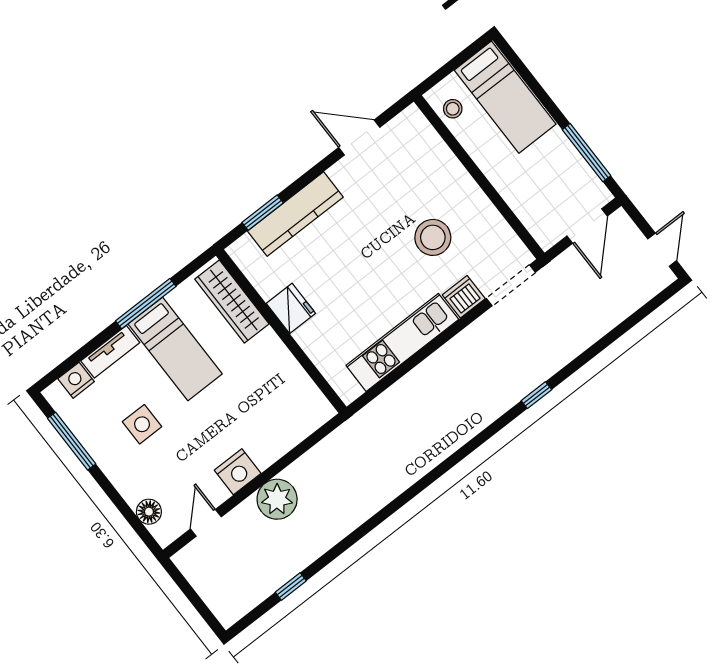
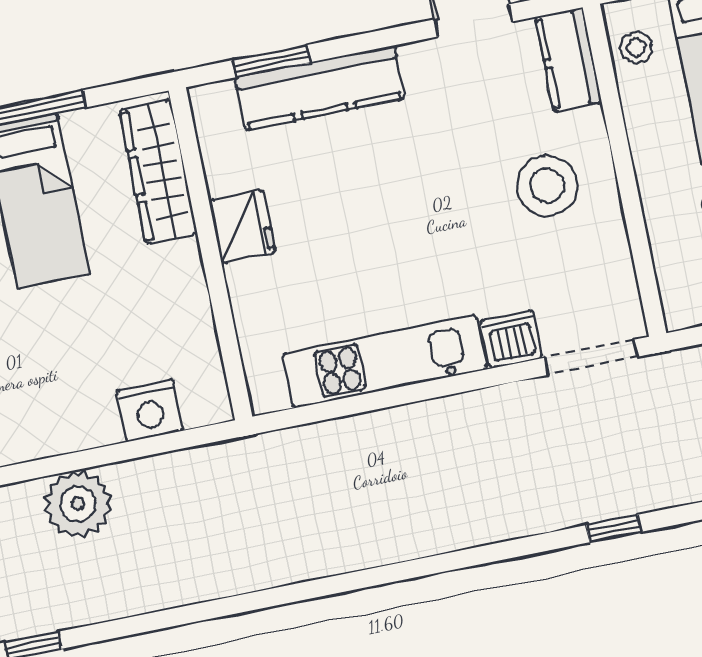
kitchen counter: (420, 133) -> (569, 60), added
stool: (433, 237) -> (547, 186), moved
window: (536, 395) -> (614, 529), moved
nightstand: (238, 472) -> (150, 411), moved

